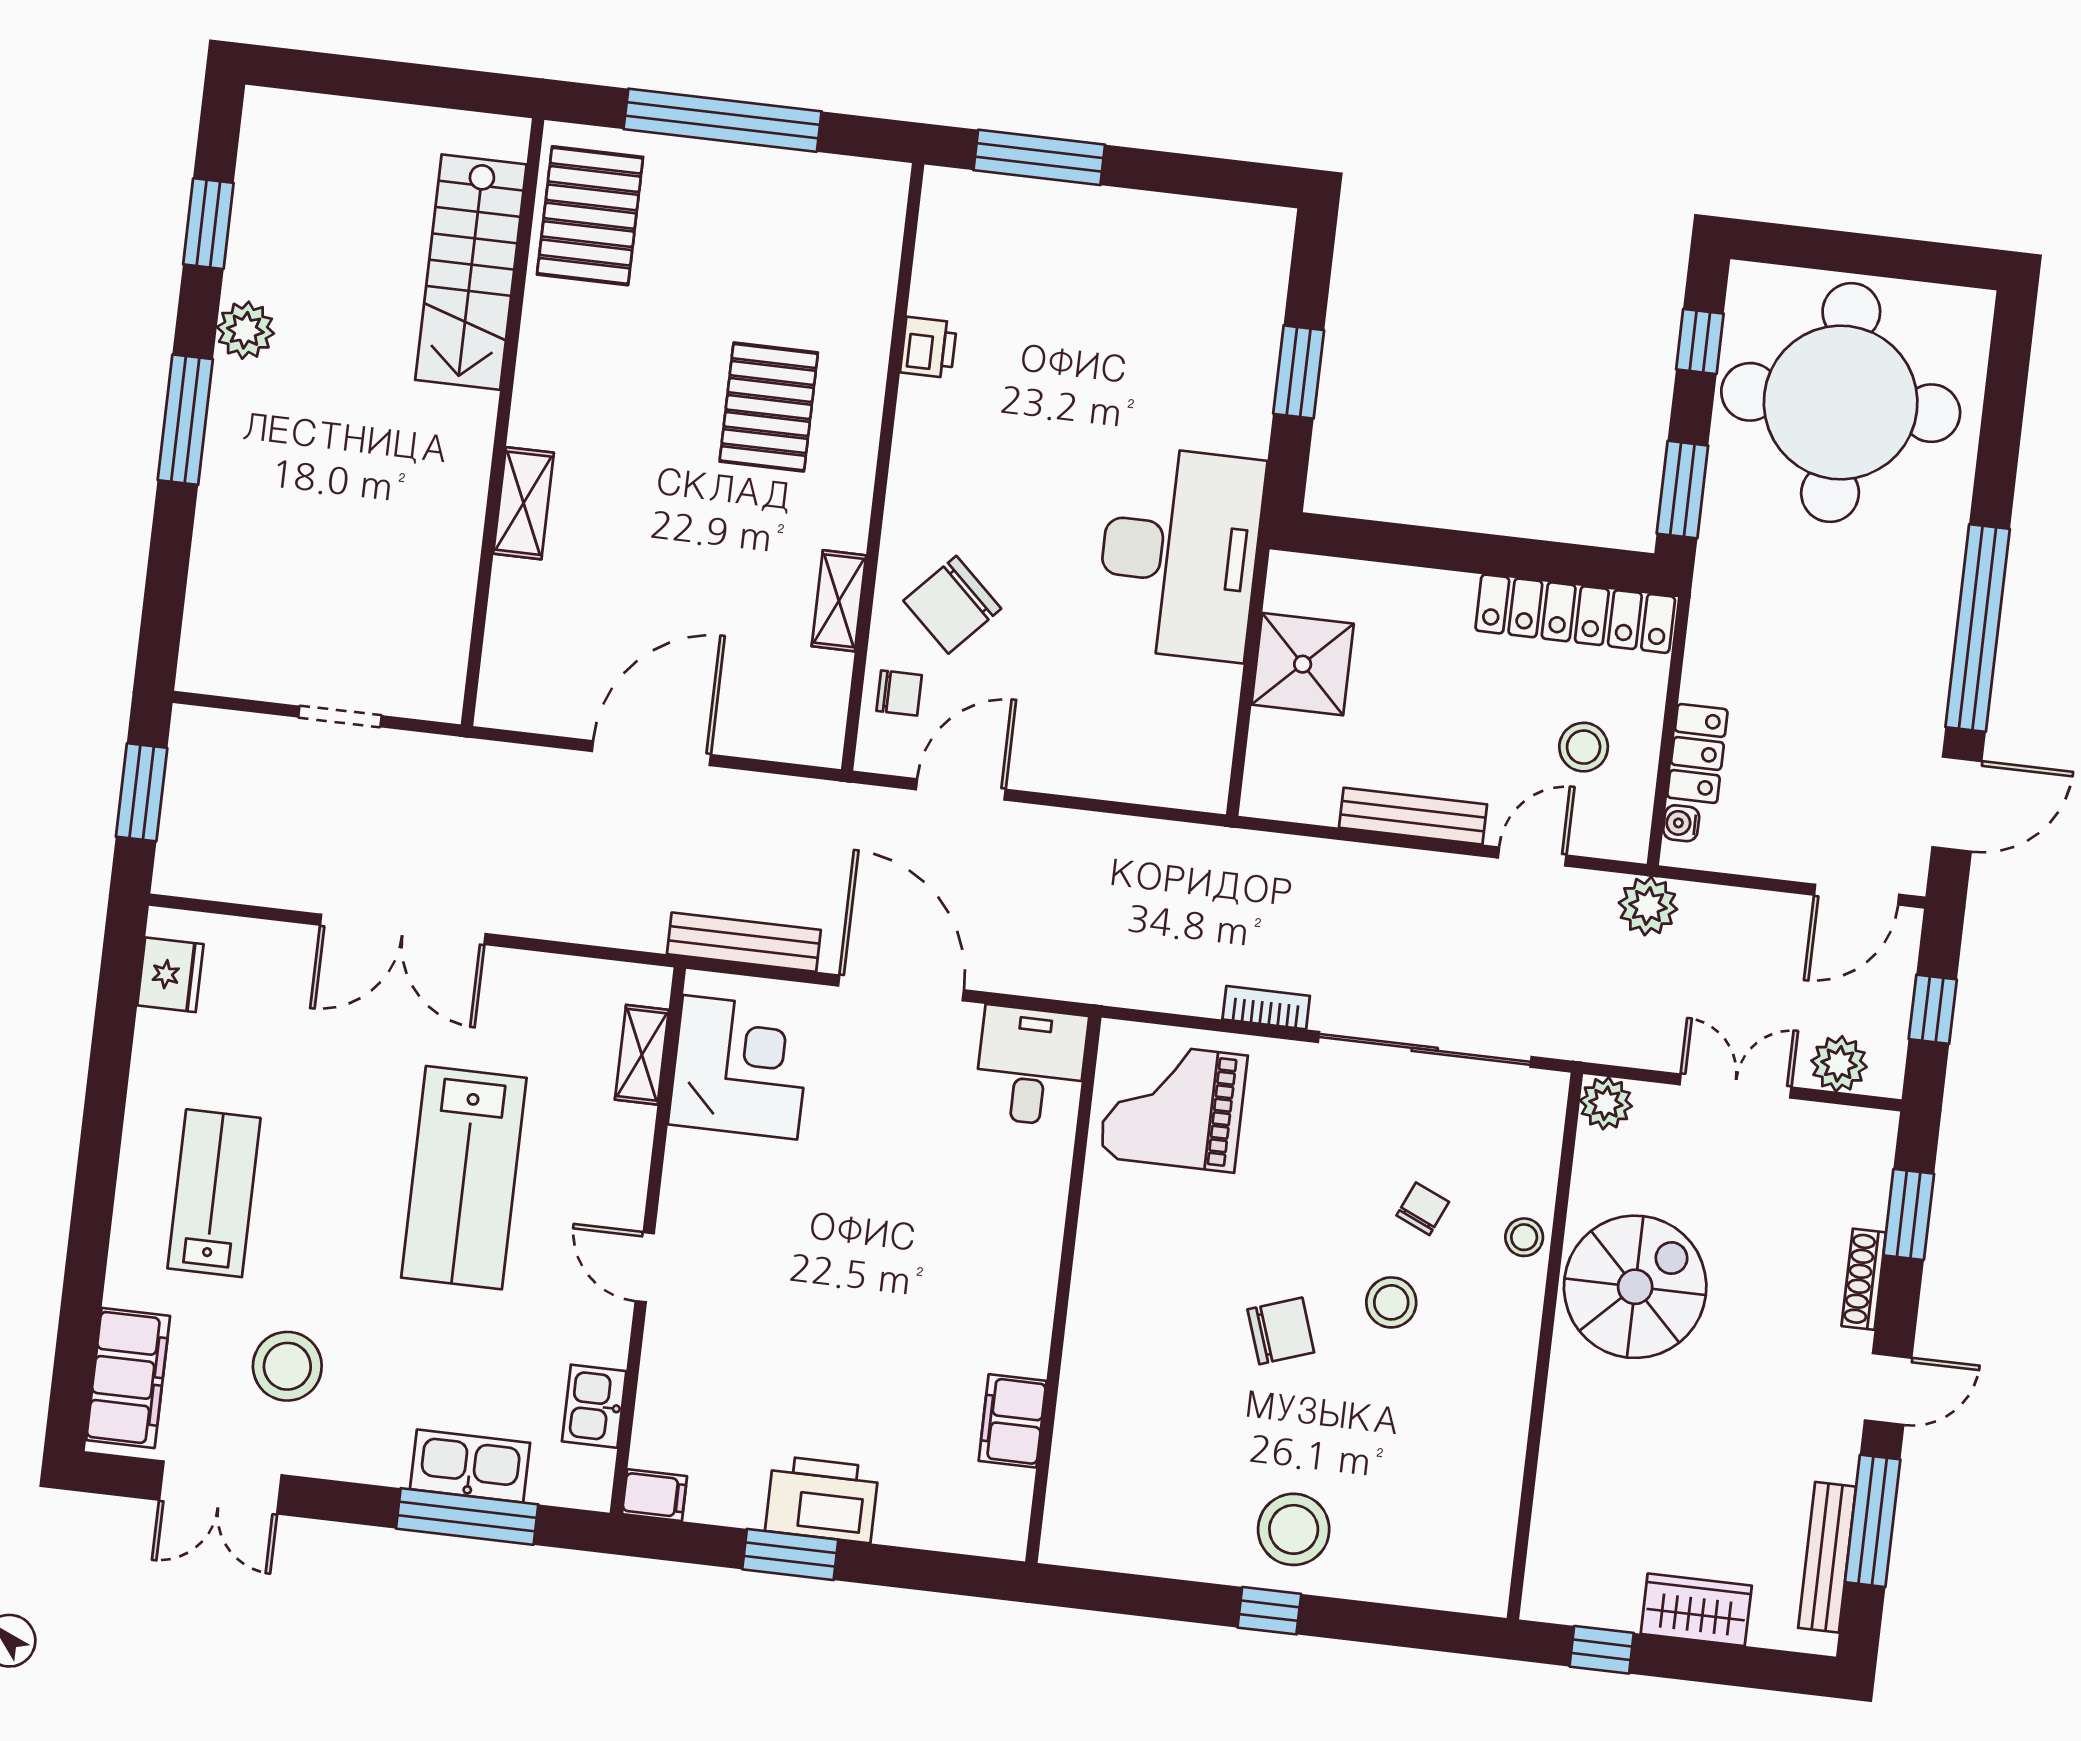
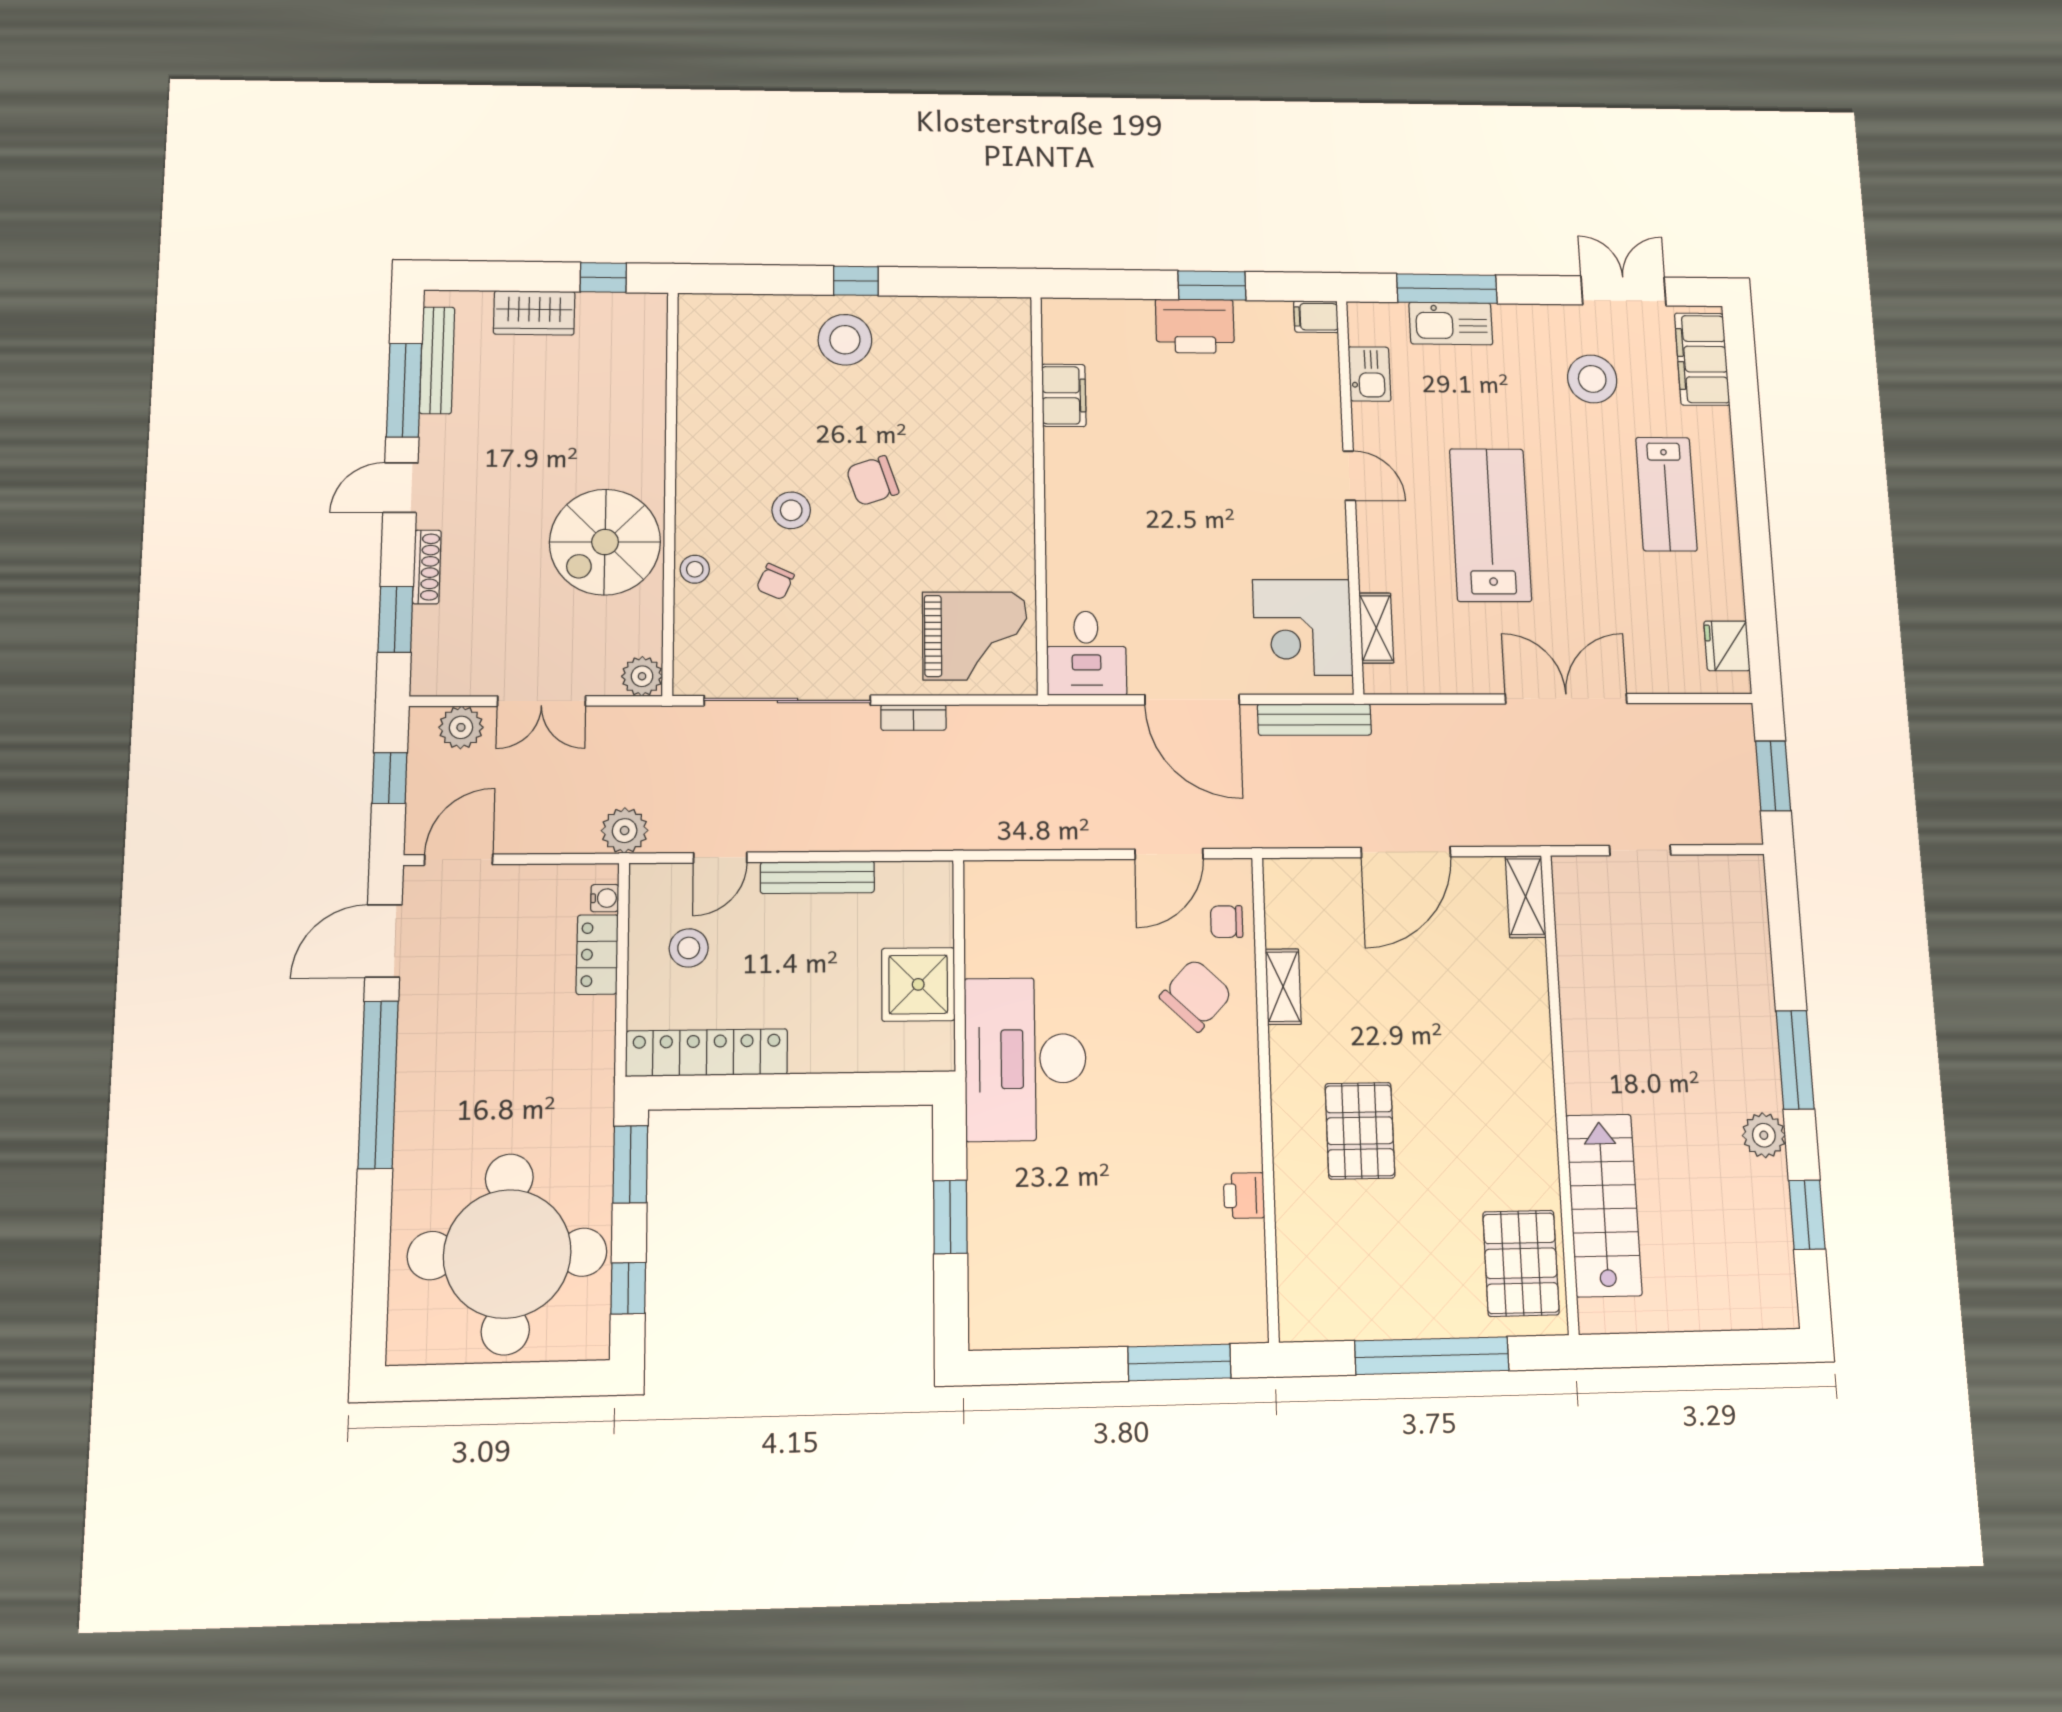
shelving: (524, 503) -> (1526, 897), moved

